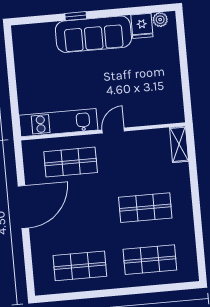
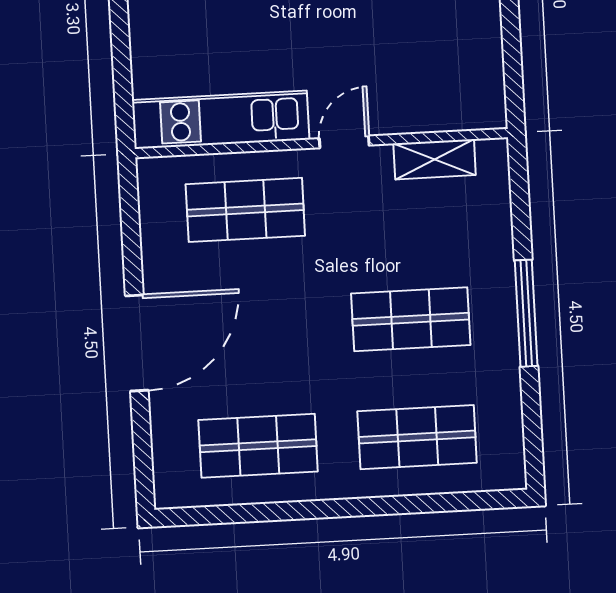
shelving: (179, 144) -> (435, 159), moved, turned 90
window: (196, 203) -> (526, 313), added
door: (23, 207) -> (137, 343), moved

